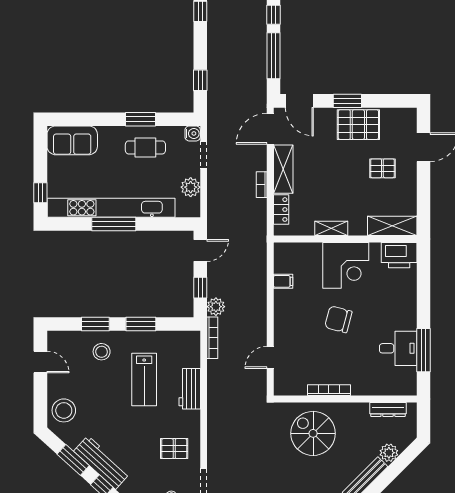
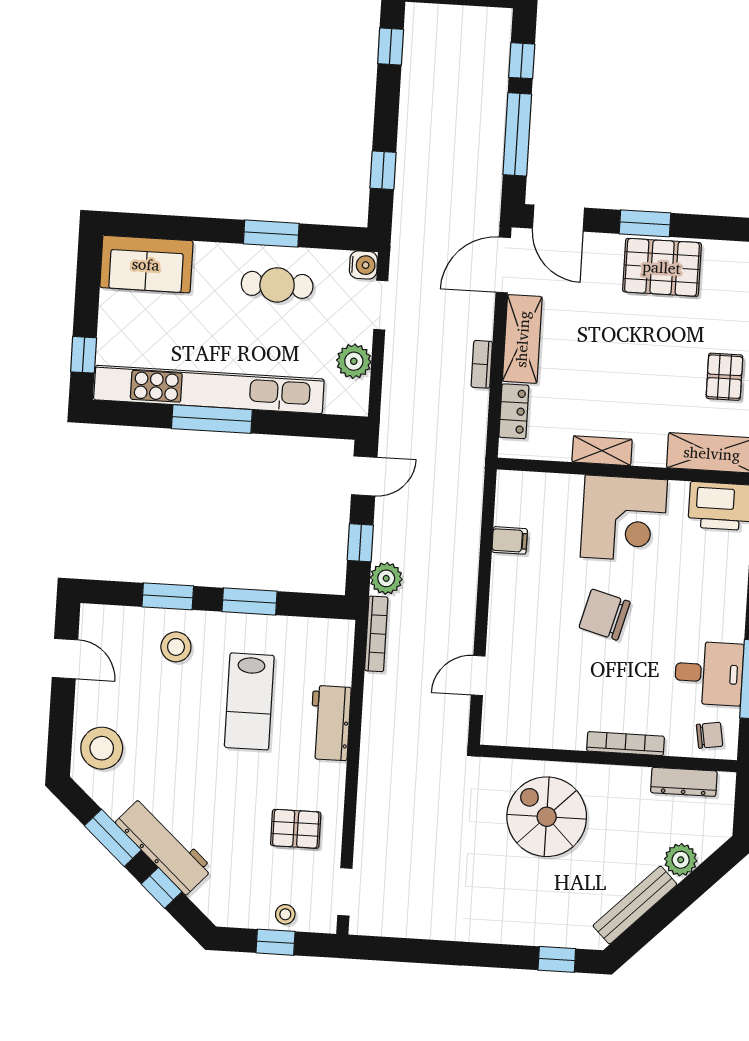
pallet: (382, 168) -> (724, 377), moved, turned 90
chair: (401, 383) -> (710, 735), added
bookcase: (329, 390) -> (625, 744), moved

